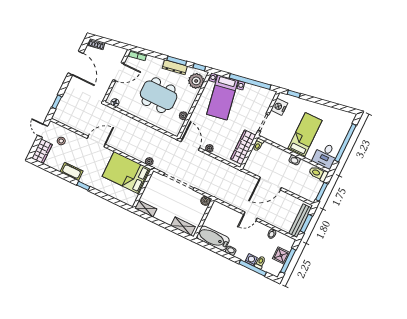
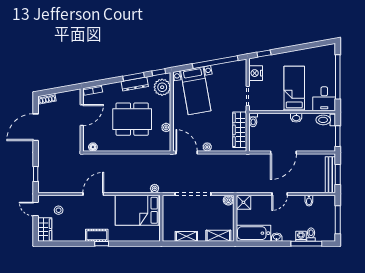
door: (76, 63) -> (36, 127), swing flipped
cot: (72, 172) -> (97, 235), moved
shelving: (146, 209) -> (186, 236), moved
shower: (281, 256) -> (243, 202), moved

